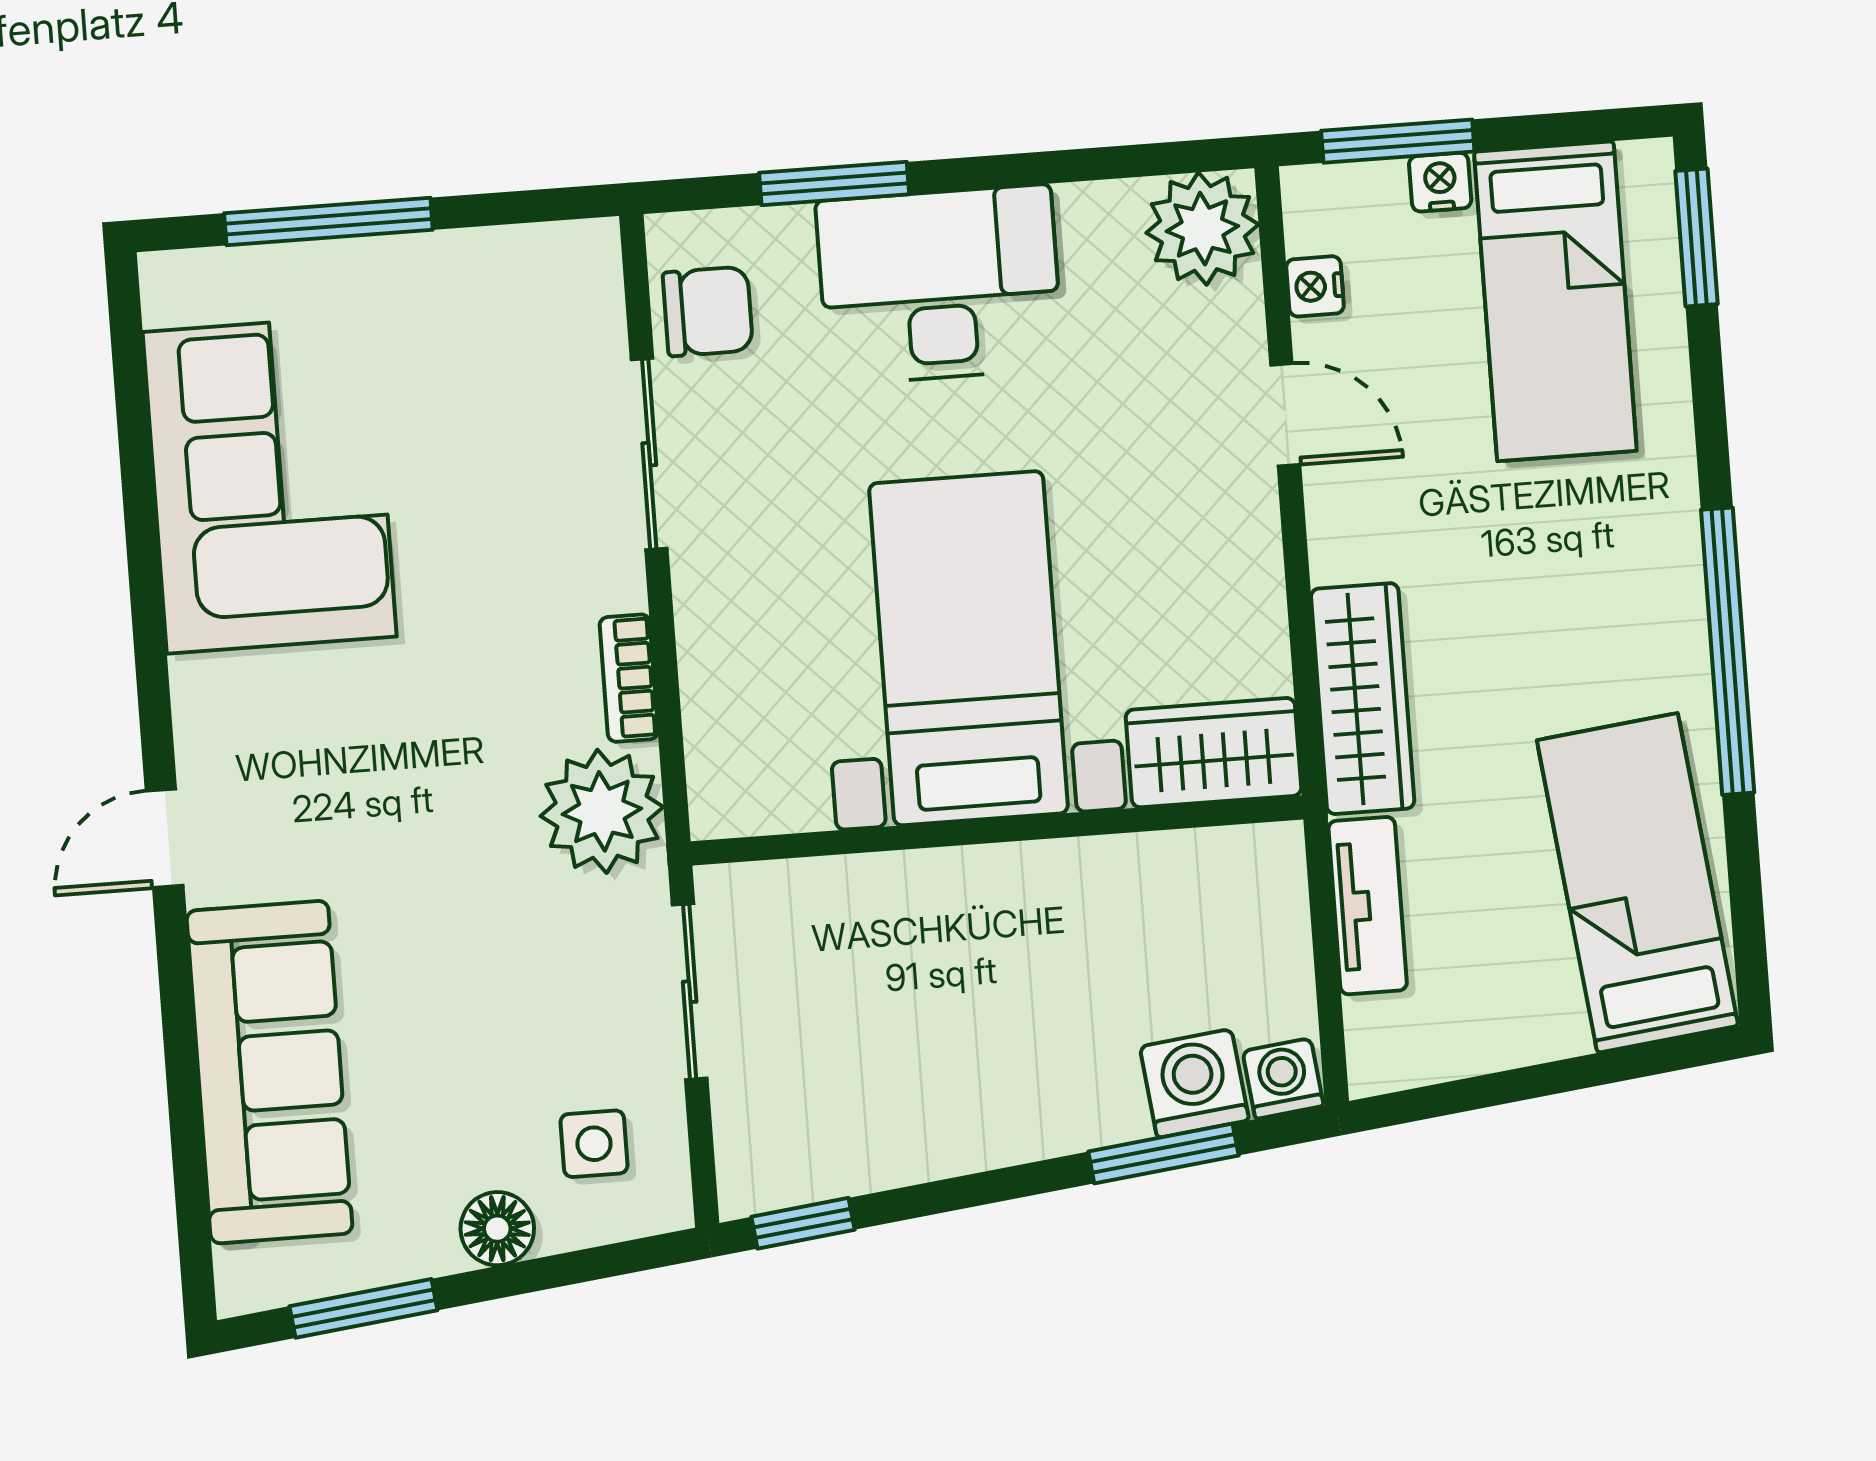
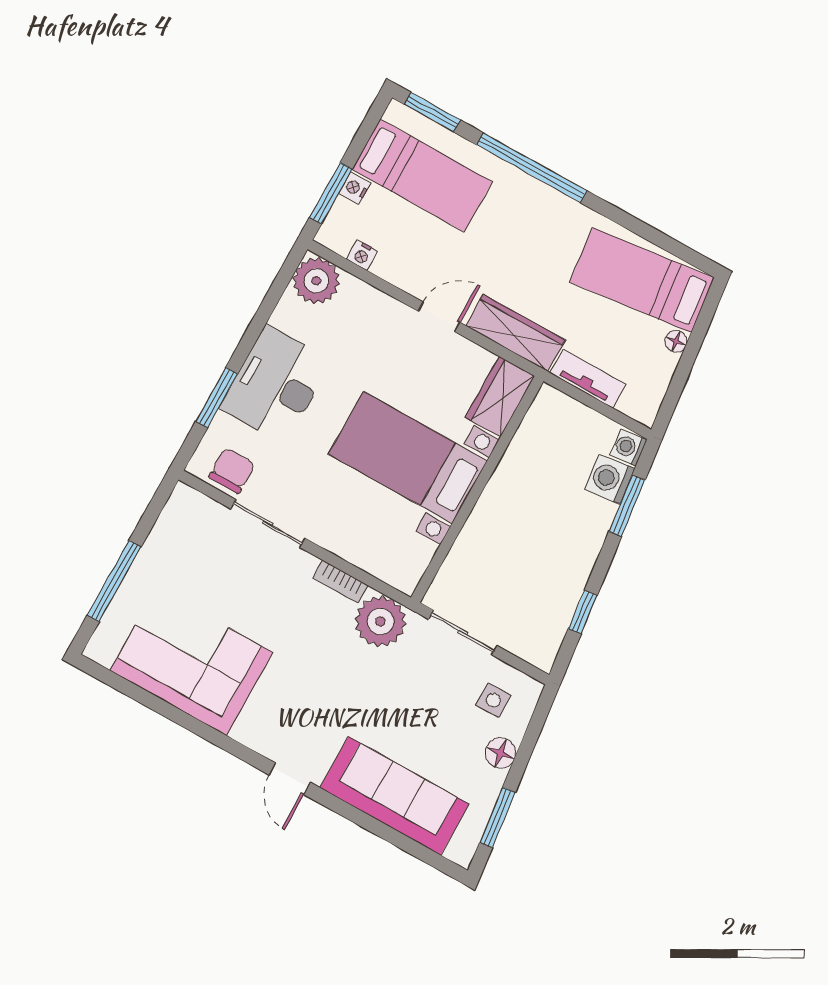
door: (1285, 415) -> (439, 317), moved
window: (1728, 651) -> (532, 168), moved
floor lamp: (1560, 1033) -> (676, 341), added
window: (803, 1223) -> (583, 612), moved

